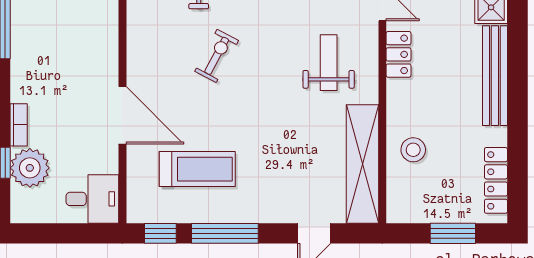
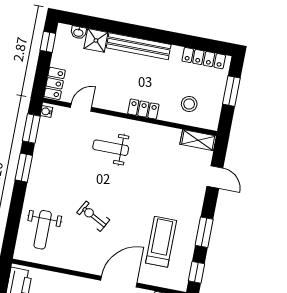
locker: (398, 54) -> (143, 109), moved
stool: (413, 150) -> (189, 104), moved
shelving: (362, 164) -> (198, 140), width x0.45, depth x0.75
window: (225, 233) -> (204, 232), width x0.69

